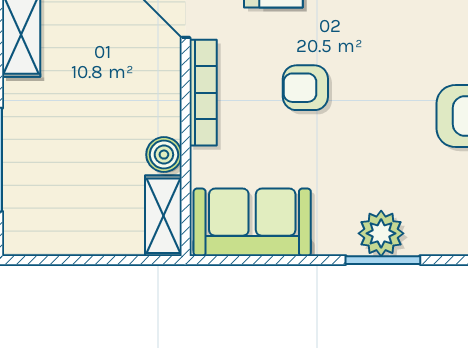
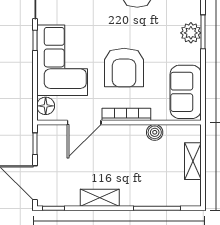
armchair: (305, 88) -> (124, 67), width x1.88, depth x1.88
shelving: (163, 216) -> (193, 161), moved, turned 90

